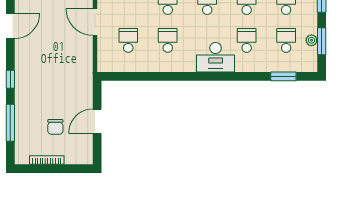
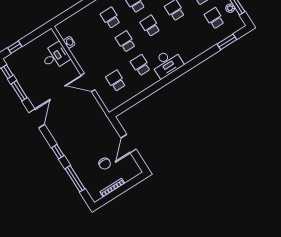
school desk: (247, 40) -> (190, 34), removed
desk: (216, 57) -> (167, 63), moved

